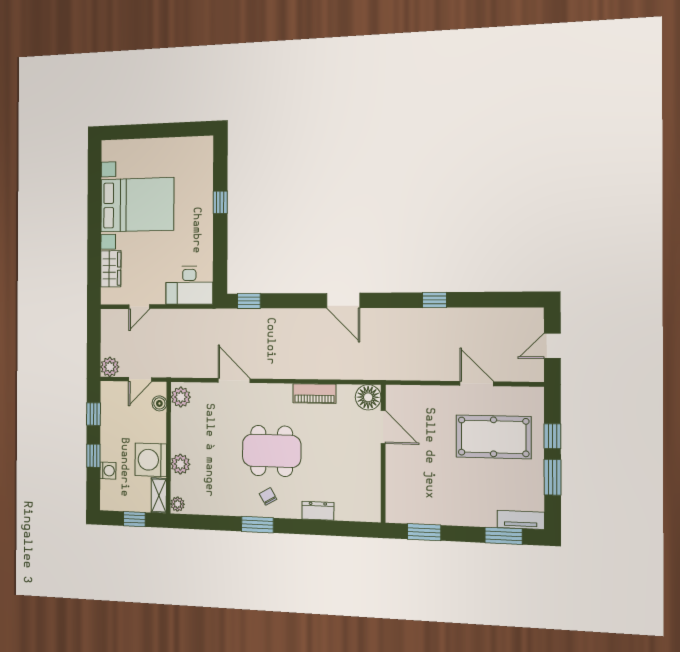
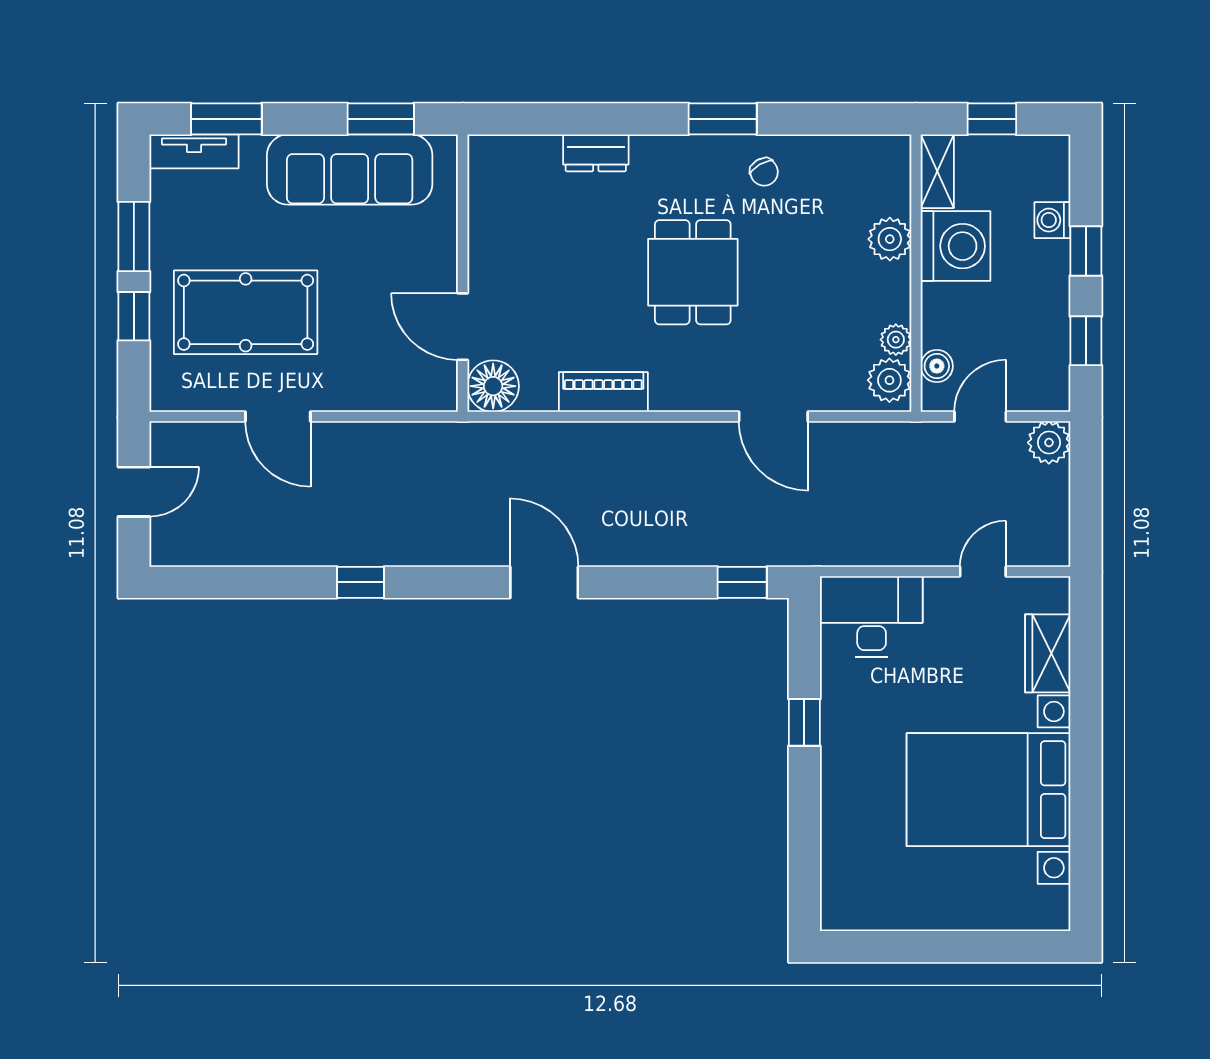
window: (220, 202) -> (804, 722), moved
dining table: (272, 451) -> (693, 272), width x0.73
chair: (268, 496) -> (764, 172), moved
plant: (178, 504) -> (896, 340), moved
sofa: (440, 507) -> (350, 170), added

